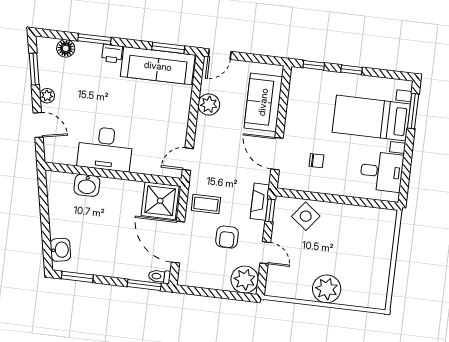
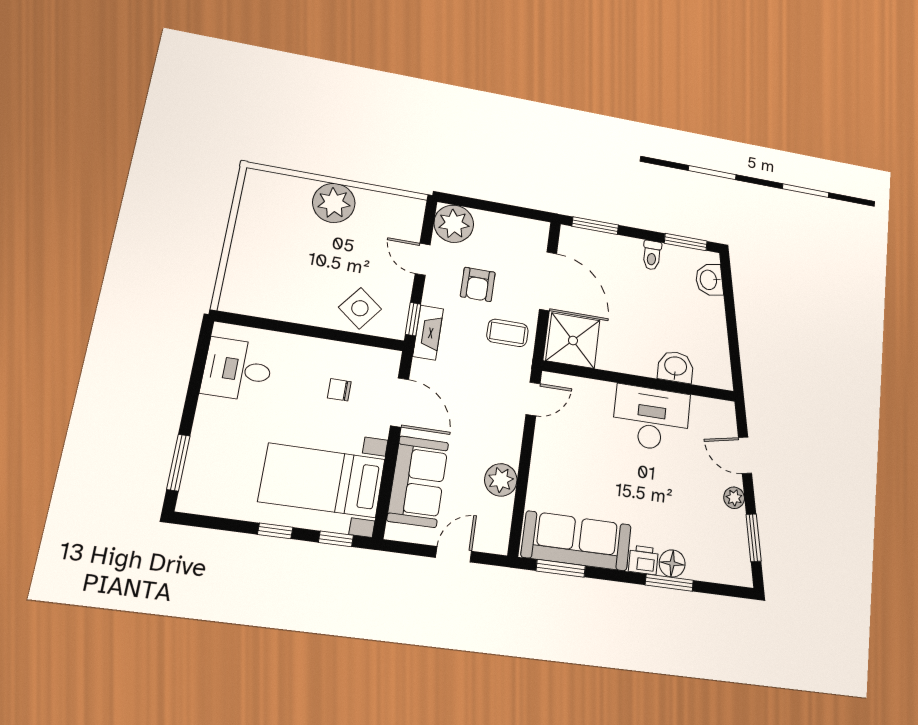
floor lamp: (66, 48) -> (672, 563), moved
door: (220, 54) -> (454, 554), moved
bed with nightstands: (371, 118) -> (322, 480), moved, turned 180
armchair: (227, 237) -> (478, 284), turned 180
toilet: (159, 276) -> (652, 255), moved, turned 90

